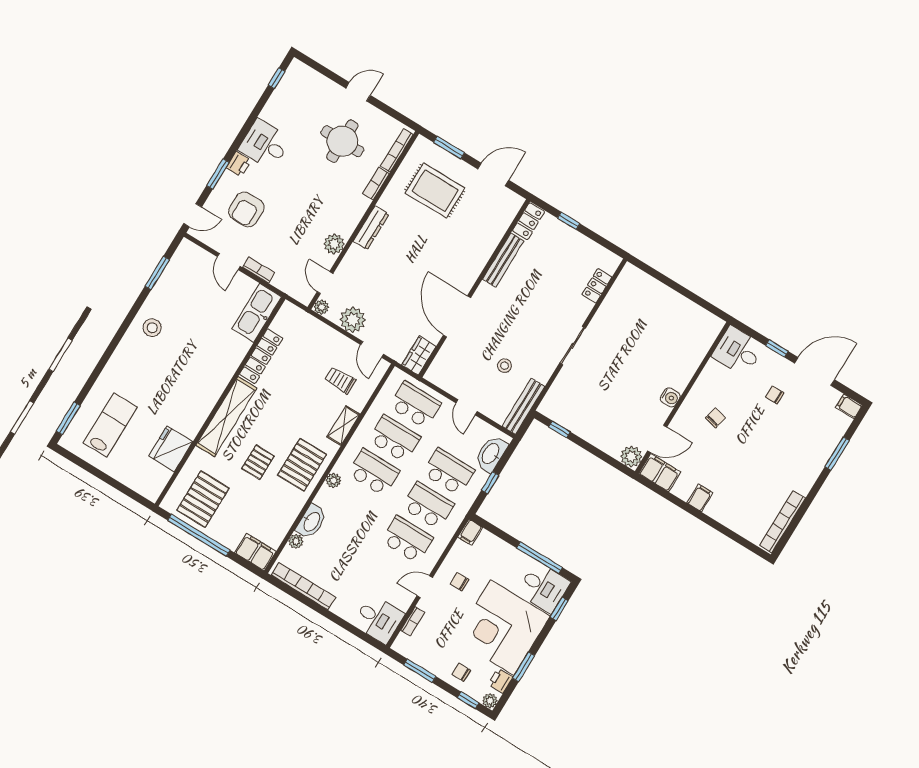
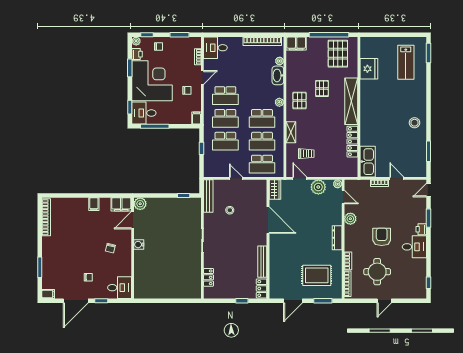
armchair: (246, 209) -> (382, 237), moved
washbasin: (491, 454) -> (210, 163), removed
pallet: (302, 465) -> (300, 100), width x0.67, depth x0.71

